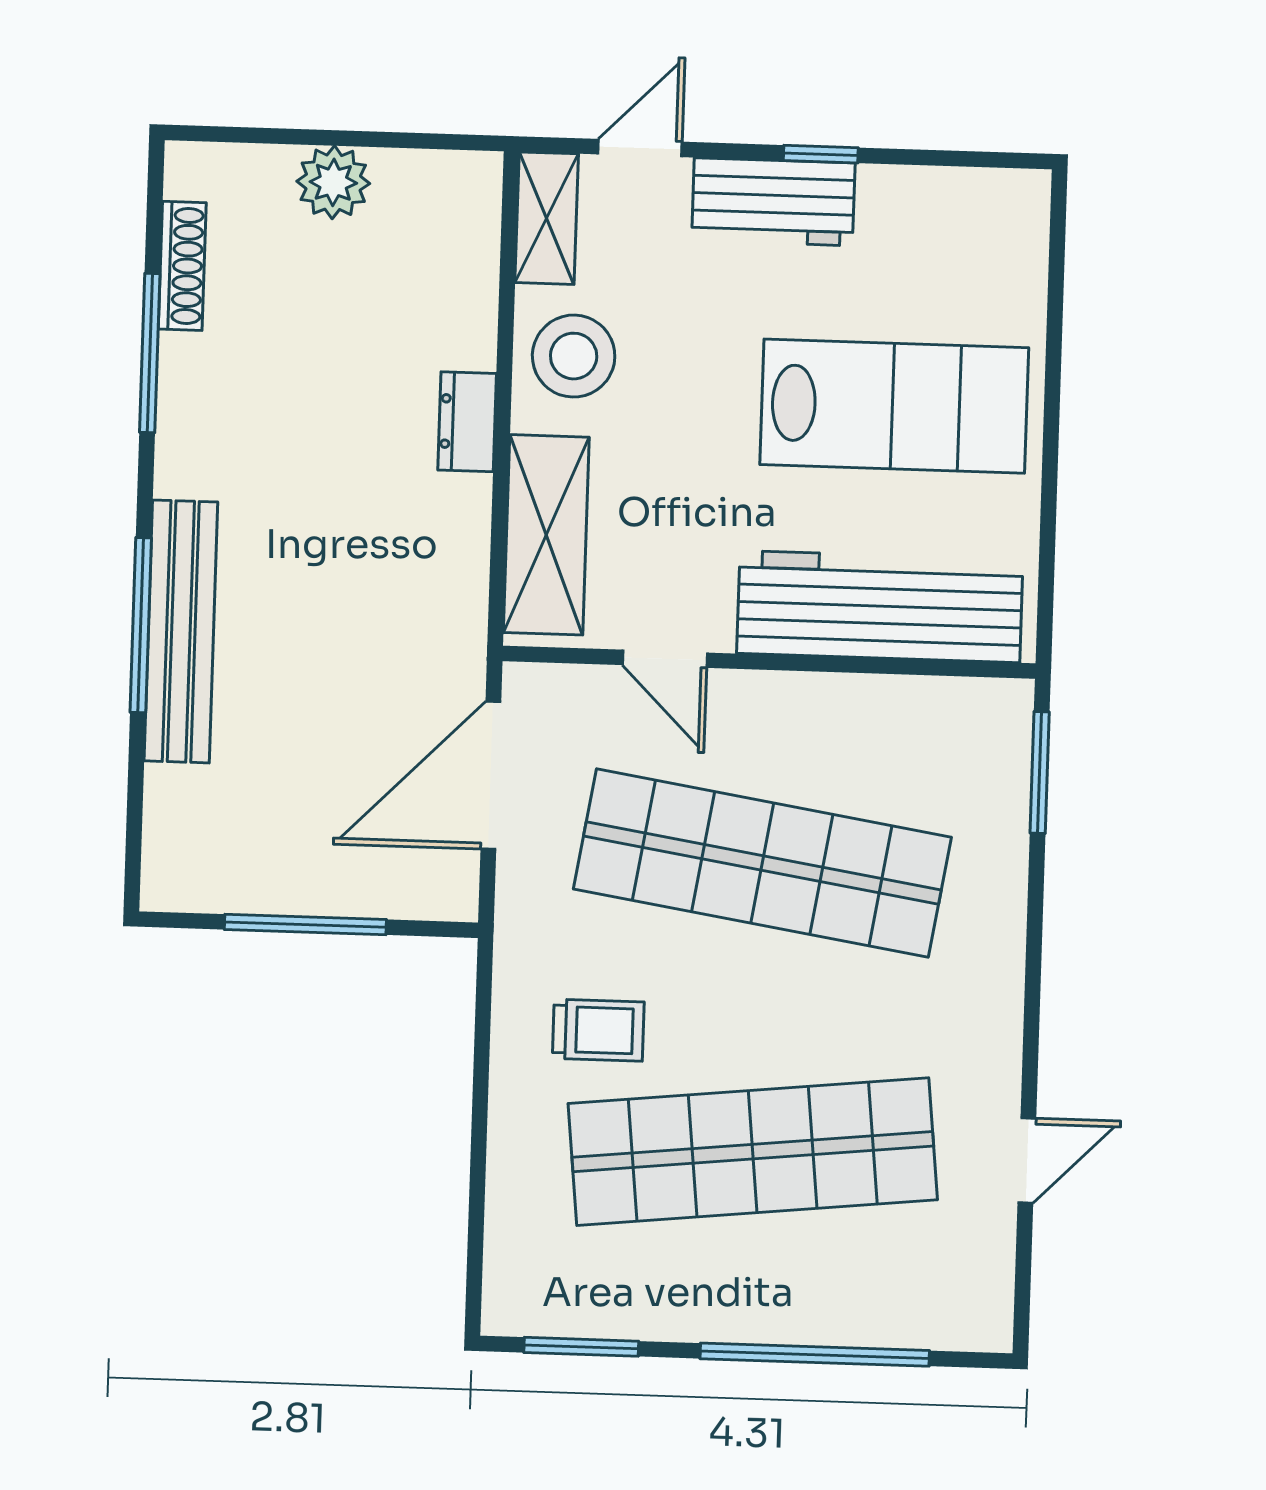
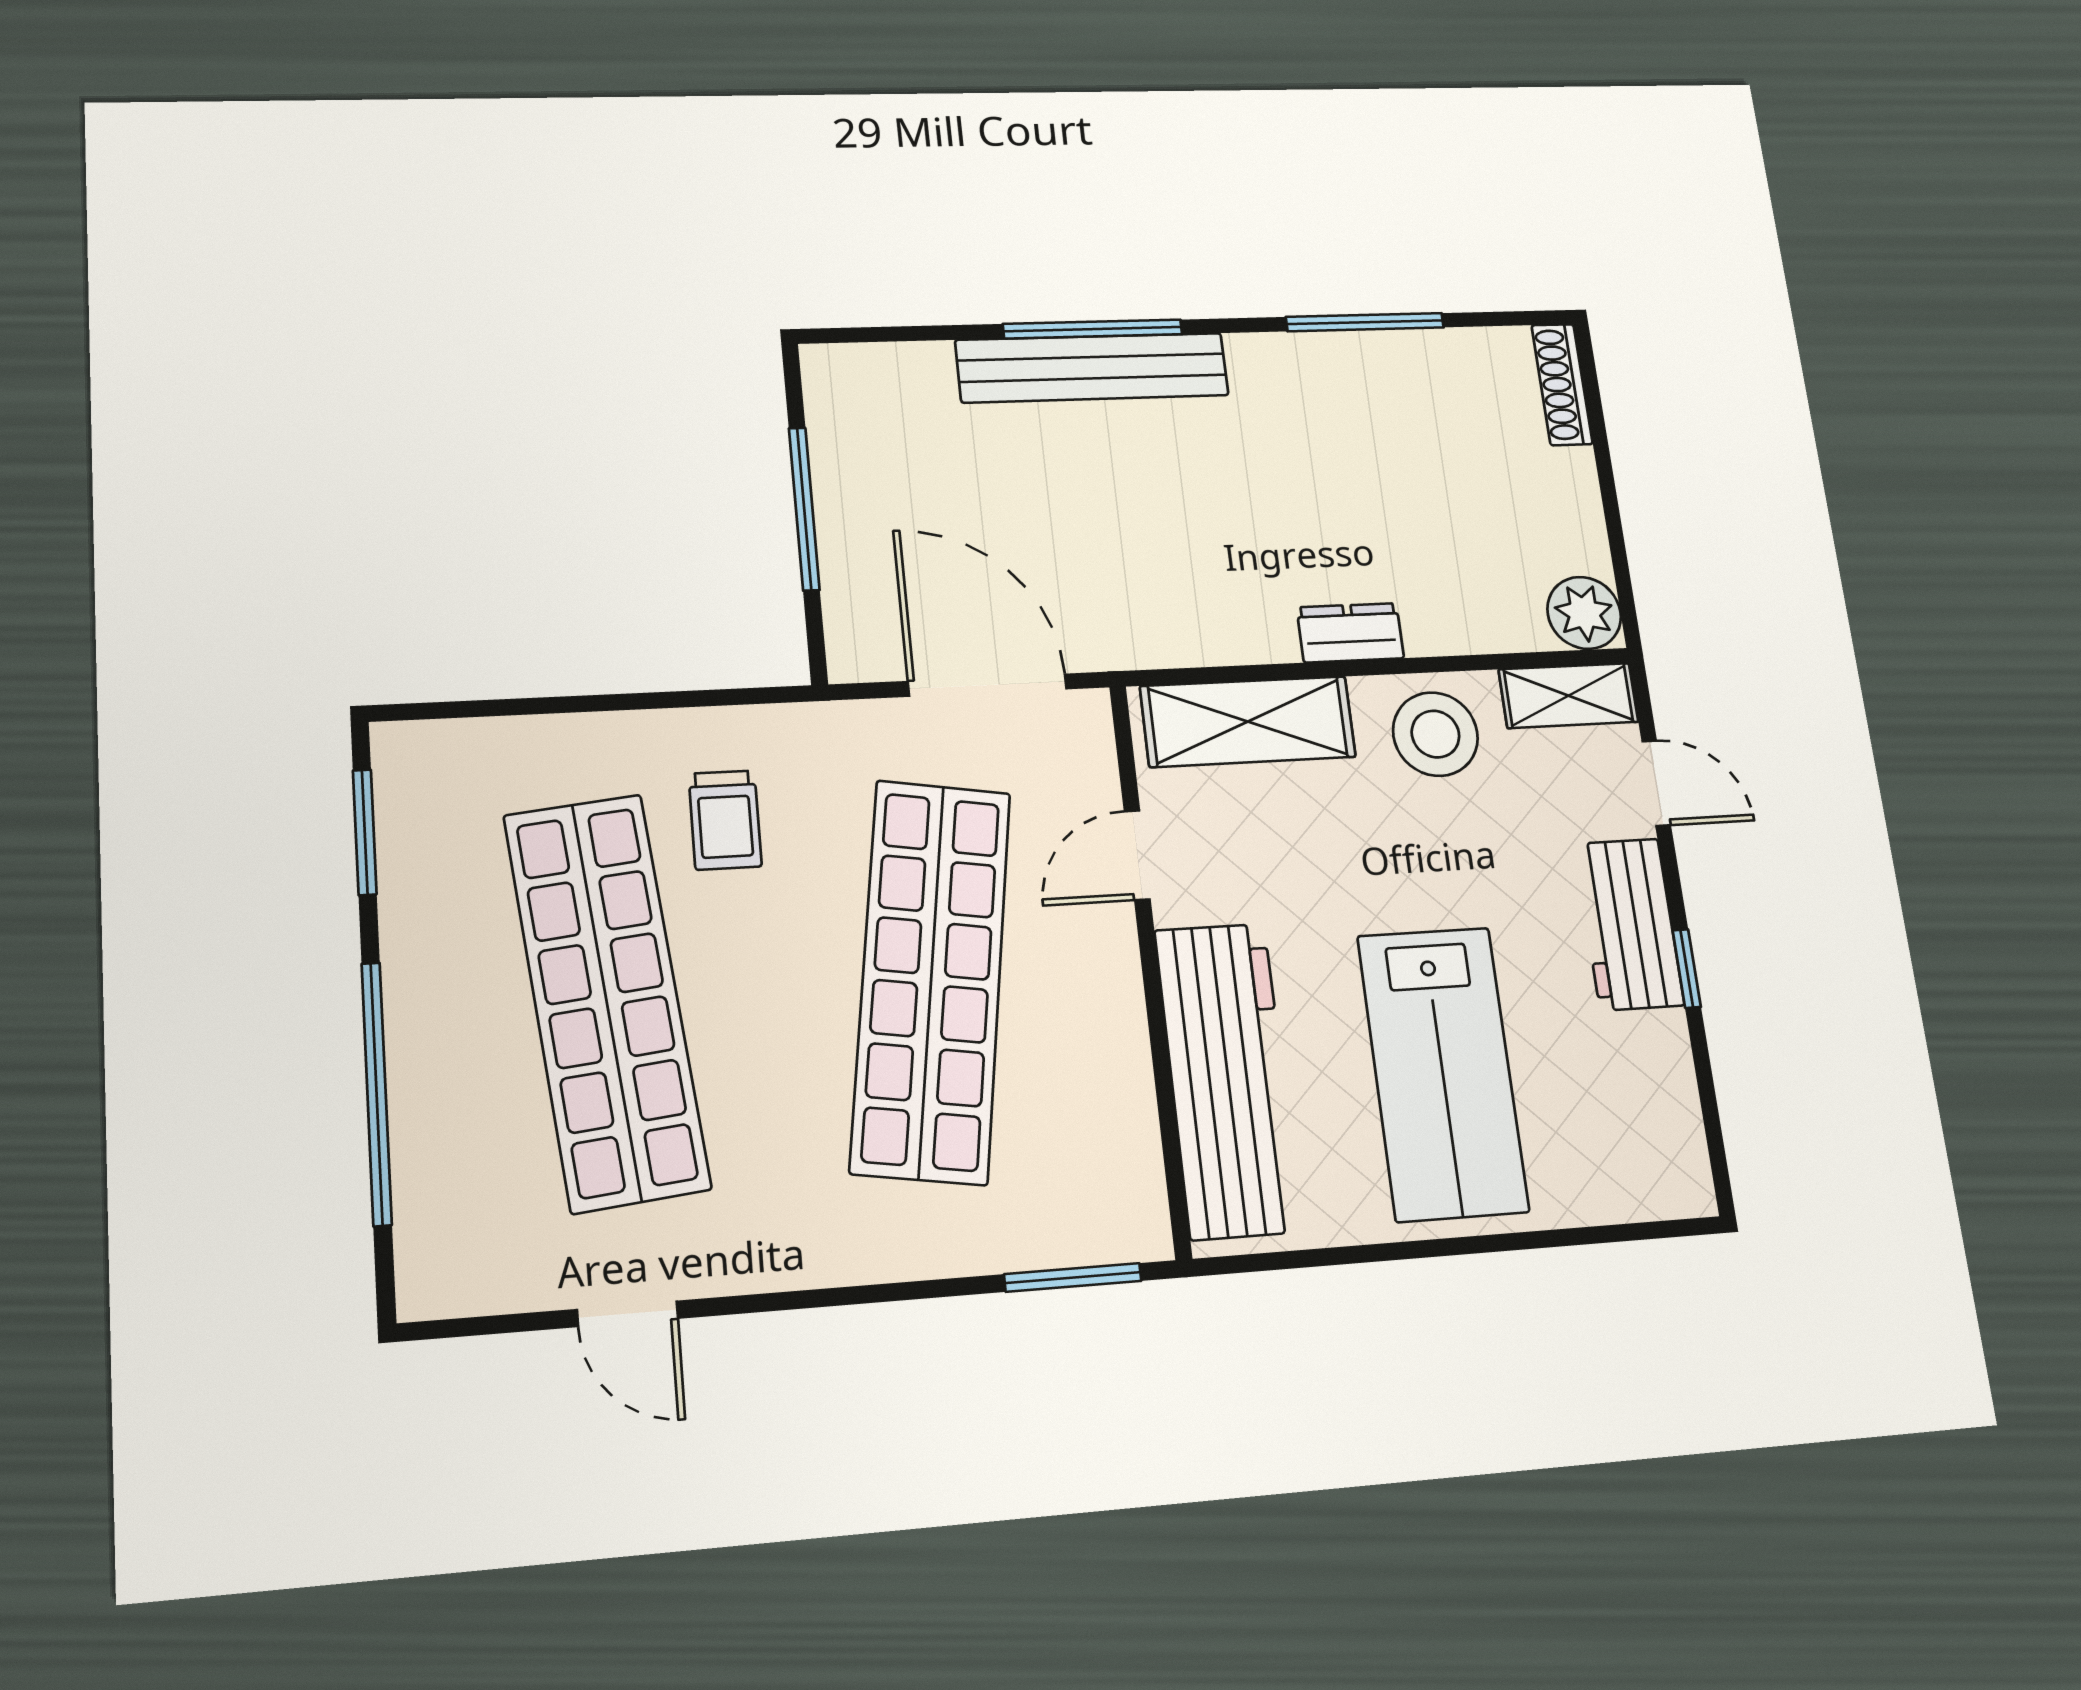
plant: (333, 182) -> (1584, 613), moved
shoe rack: (182, 266) -> (1562, 384), moved, turned 90

